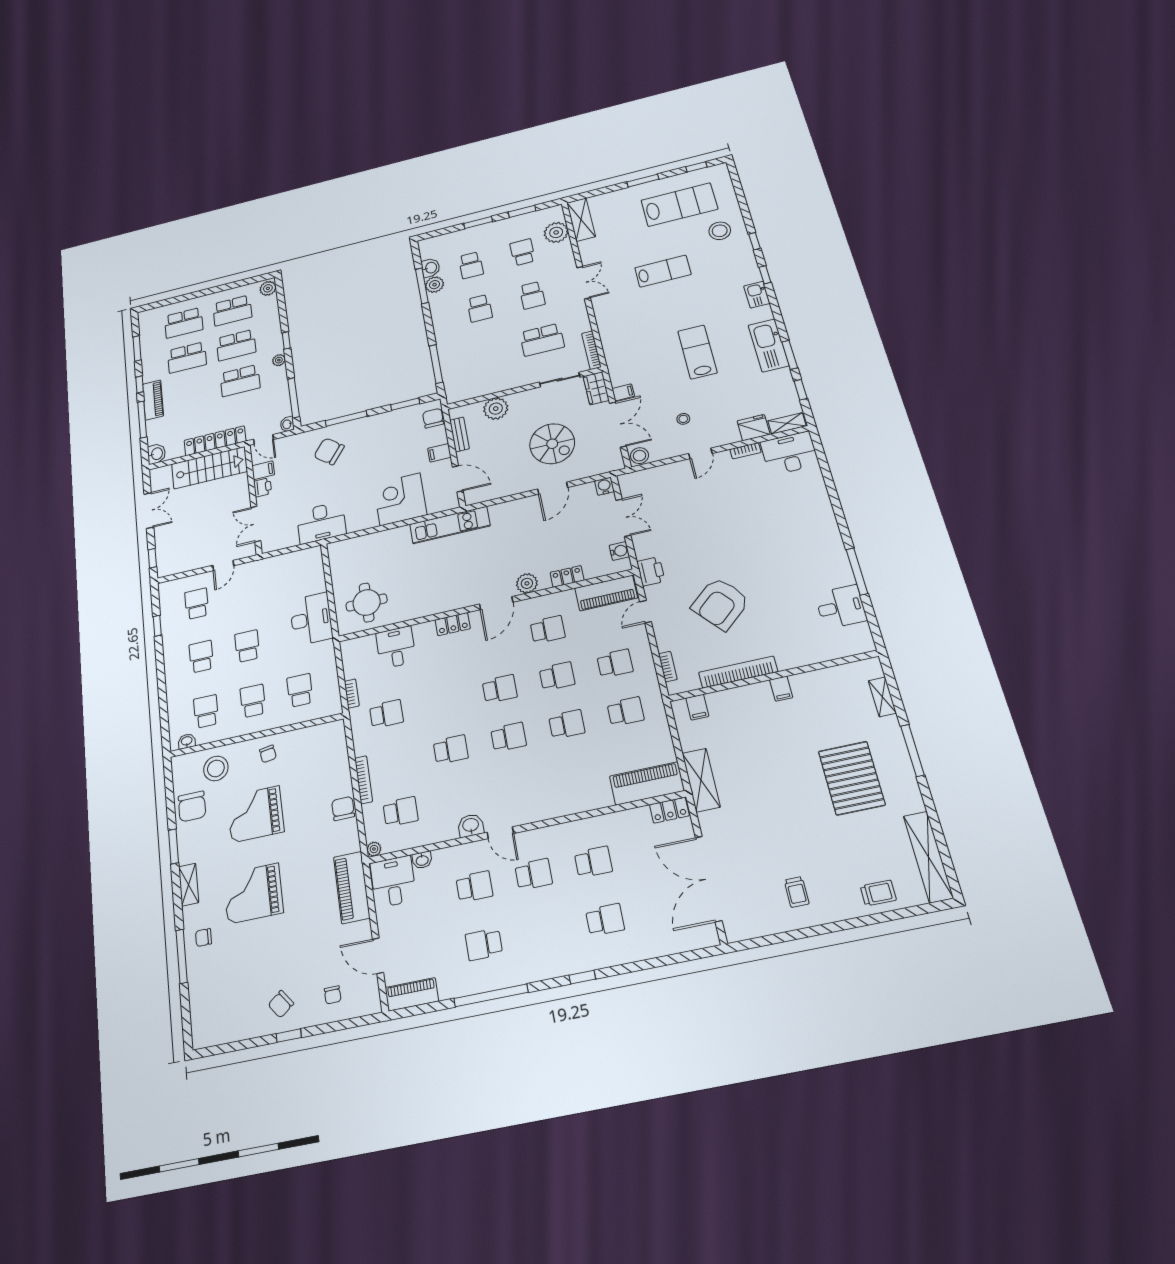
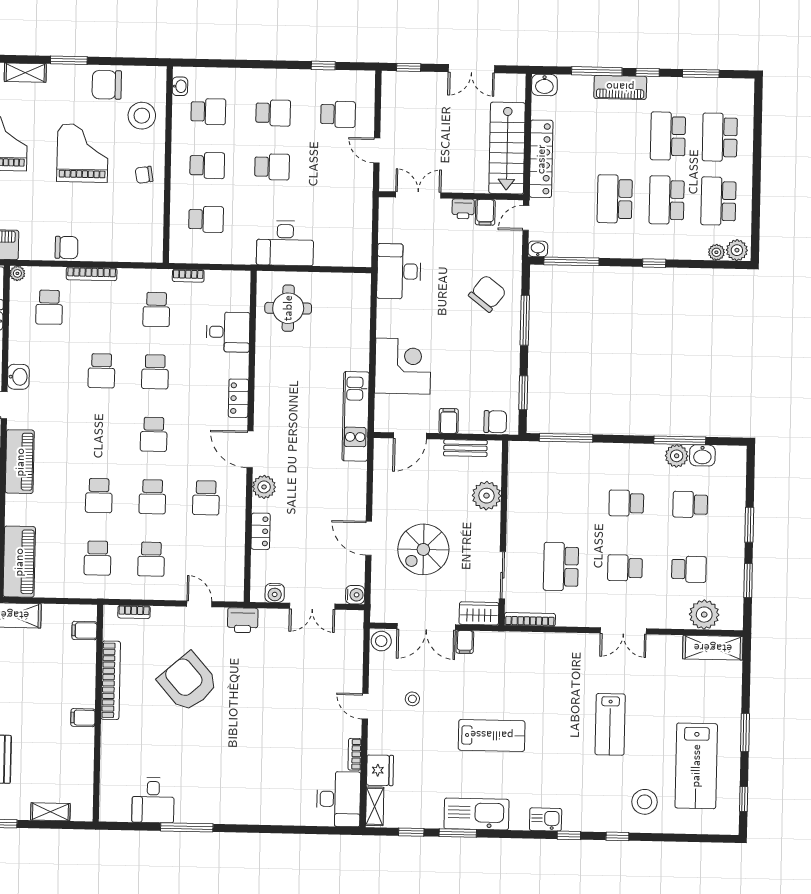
plant: (279, 360) -> (716, 252), moved
piano: (606, 593) -> (20, 462), moved, turned 180
school desk: (508, 737) -> (155, 372), moved

